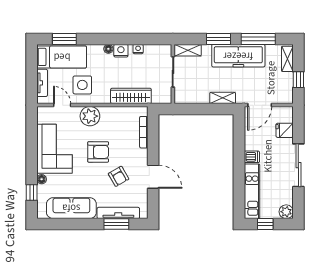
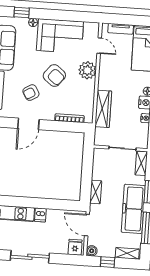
side table: (82, 85) -> (116, 65), removed
boiler: (287, 98) -> (92, 251), added
door: (62, 105) -> (99, 46), hinge flipped
fridge: (285, 130) -> (75, 247), moved
armchair: (98, 152) -> (54, 75), turned -51

